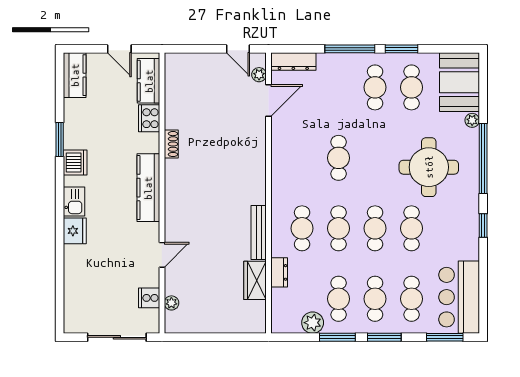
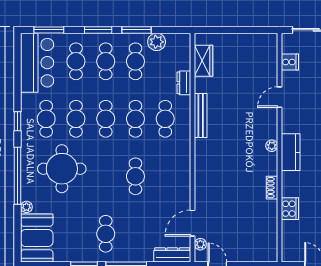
kitchen counter: (149, 81) -> (290, 239), removed
cafe table: (412, 87) -> (46, 119), moved
kitchen counter: (148, 188) -> (291, 152), width x0.67
wardrobe: (255, 280) -> (204, 61), moved
plant: (171, 303) -> (272, 146), moved

